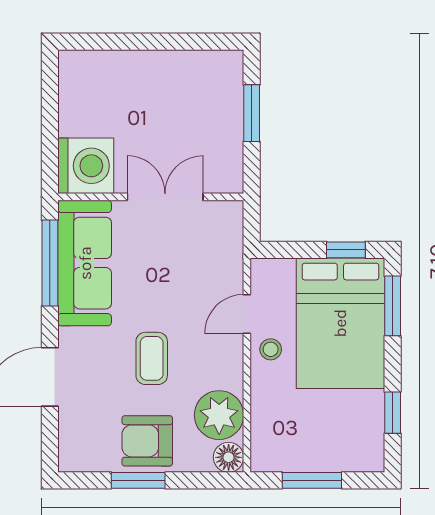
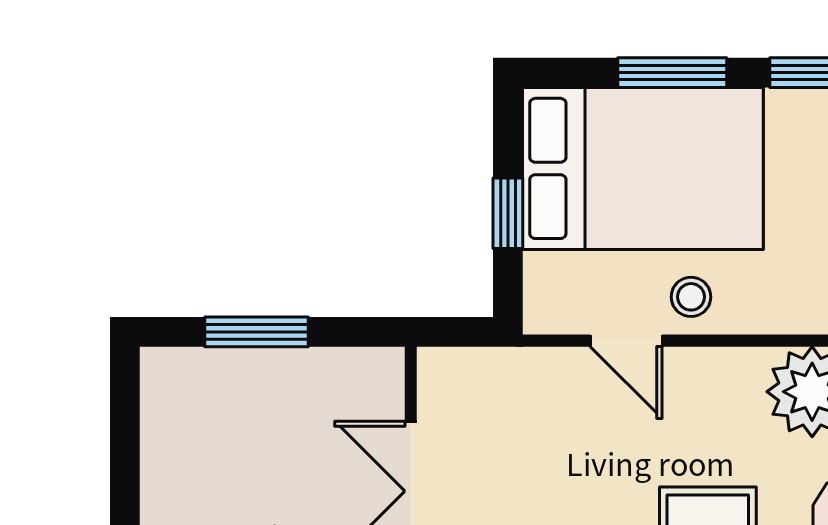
window: (346, 250) -> (508, 213), moved
window: (393, 306) -> (672, 73), moved

